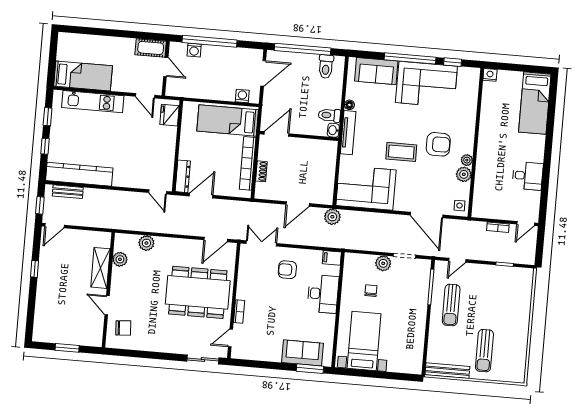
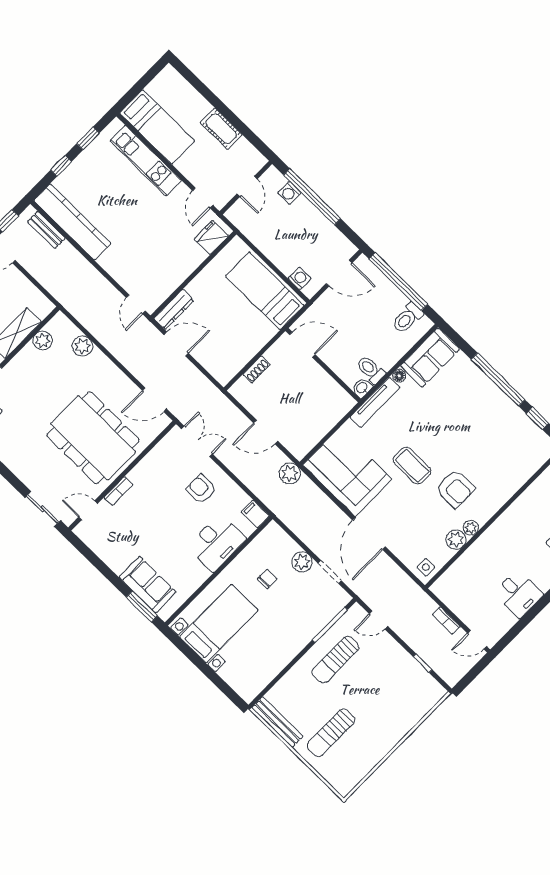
cot: (151, 48) -> (221, 129), moved
sofa: (376, 71) -> (430, 357), moved, turned -90
corner sofa: (426, 84) -> (493, 419), removed
bookcase: (248, 163) -> (249, 350), removed
door: (426, 215) -> (369, 534), moved

